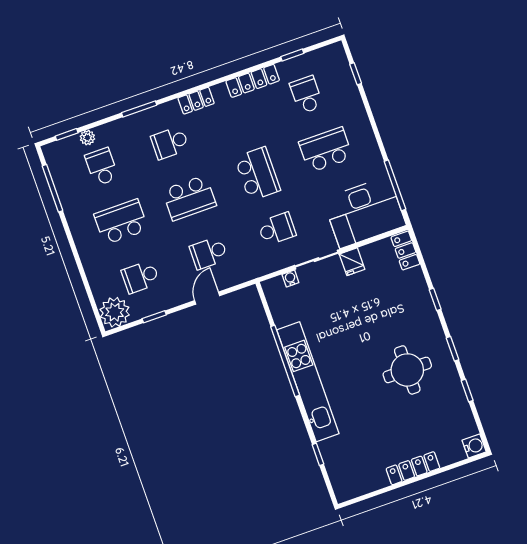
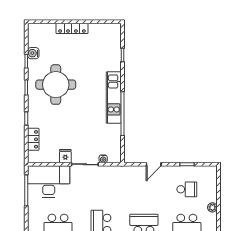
school desk: (277, 229) -> (101, 189), removed
locker: (405, 251) -> (33, 139), moved
school desk: (209, 253) -> (144, 189), removed
plant: (115, 312) -> (212, 207), moved, width x0.53, depth x0.53
round table: (407, 370) -> (56, 85), width x1.36, depth x1.36
kitchen unit: (308, 382) -> (114, 98), width x0.73
water cooler: (474, 446) -> (33, 53), moved

